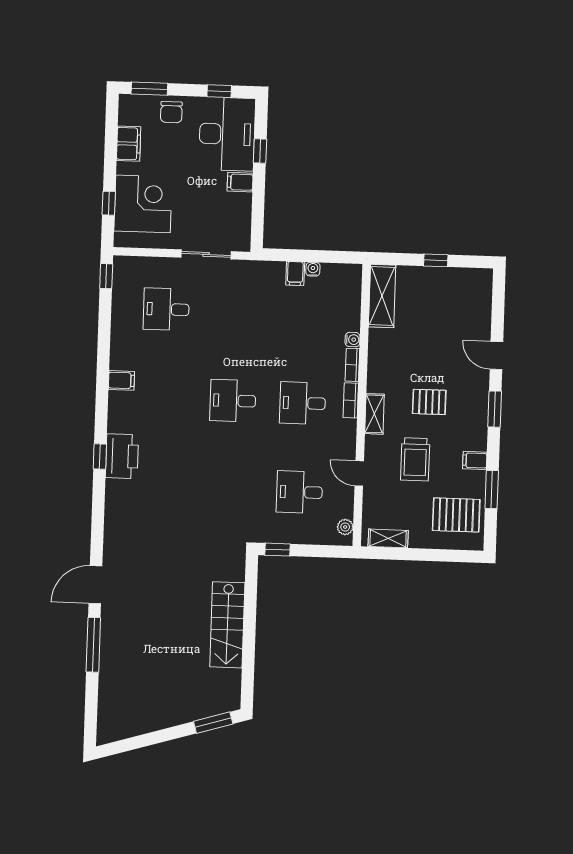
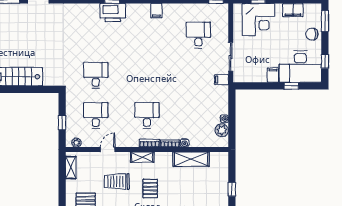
filing cabinet: (295, 273) -> (221, 80), moved
plant: (333, 274) -> (222, 130), added
shelving: (382, 296) -> (191, 159), moved
desk: (233, 401) -> (96, 75), moved
window: (277, 550) -> (62, 123), moved

